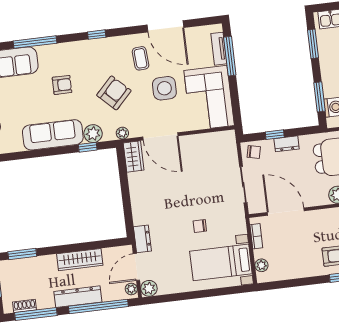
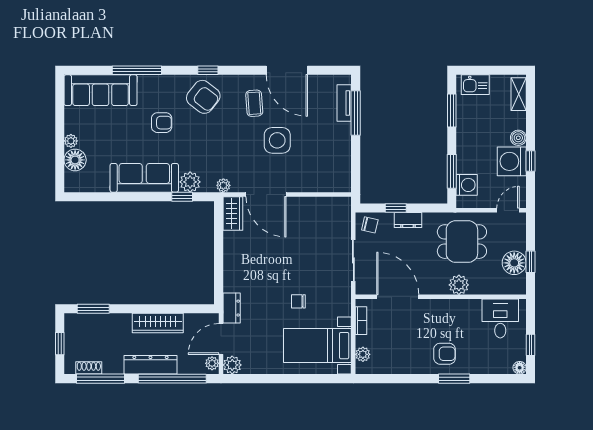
armchair: (114, 93) -> (203, 97), moved, turned 84
corner sofa: (209, 98) -> (326, 158), removed

